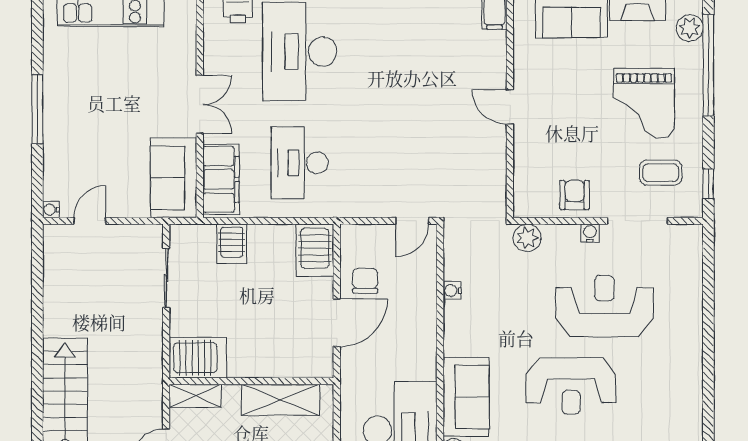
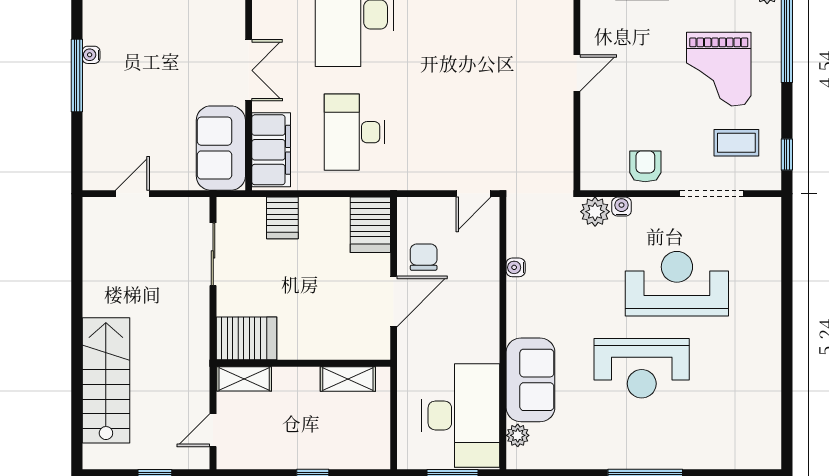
door: (510, 107) -> (577, 73), swing flipped
water cooler: (51, 210) -> (91, 55), moved
water cooler: (590, 233) -> (622, 207), moved
shelving: (281, 400) -> (348, 379), width x0.67, depth x0.75

